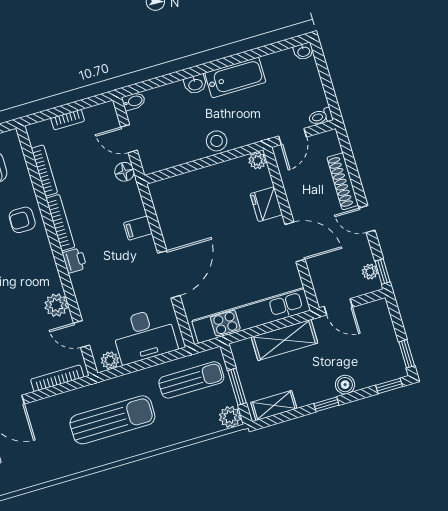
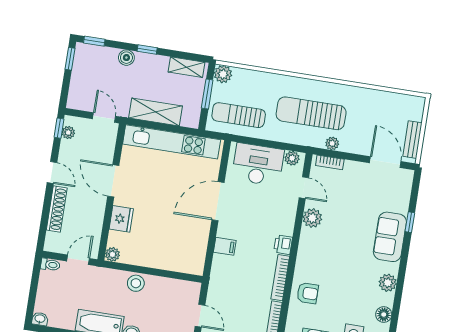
floor lamp: (124, 172) -> (215, 293), removed
bookcase: (57, 378) -> (330, 162), width x0.64
plant: (73, 398) -> (332, 143), added

